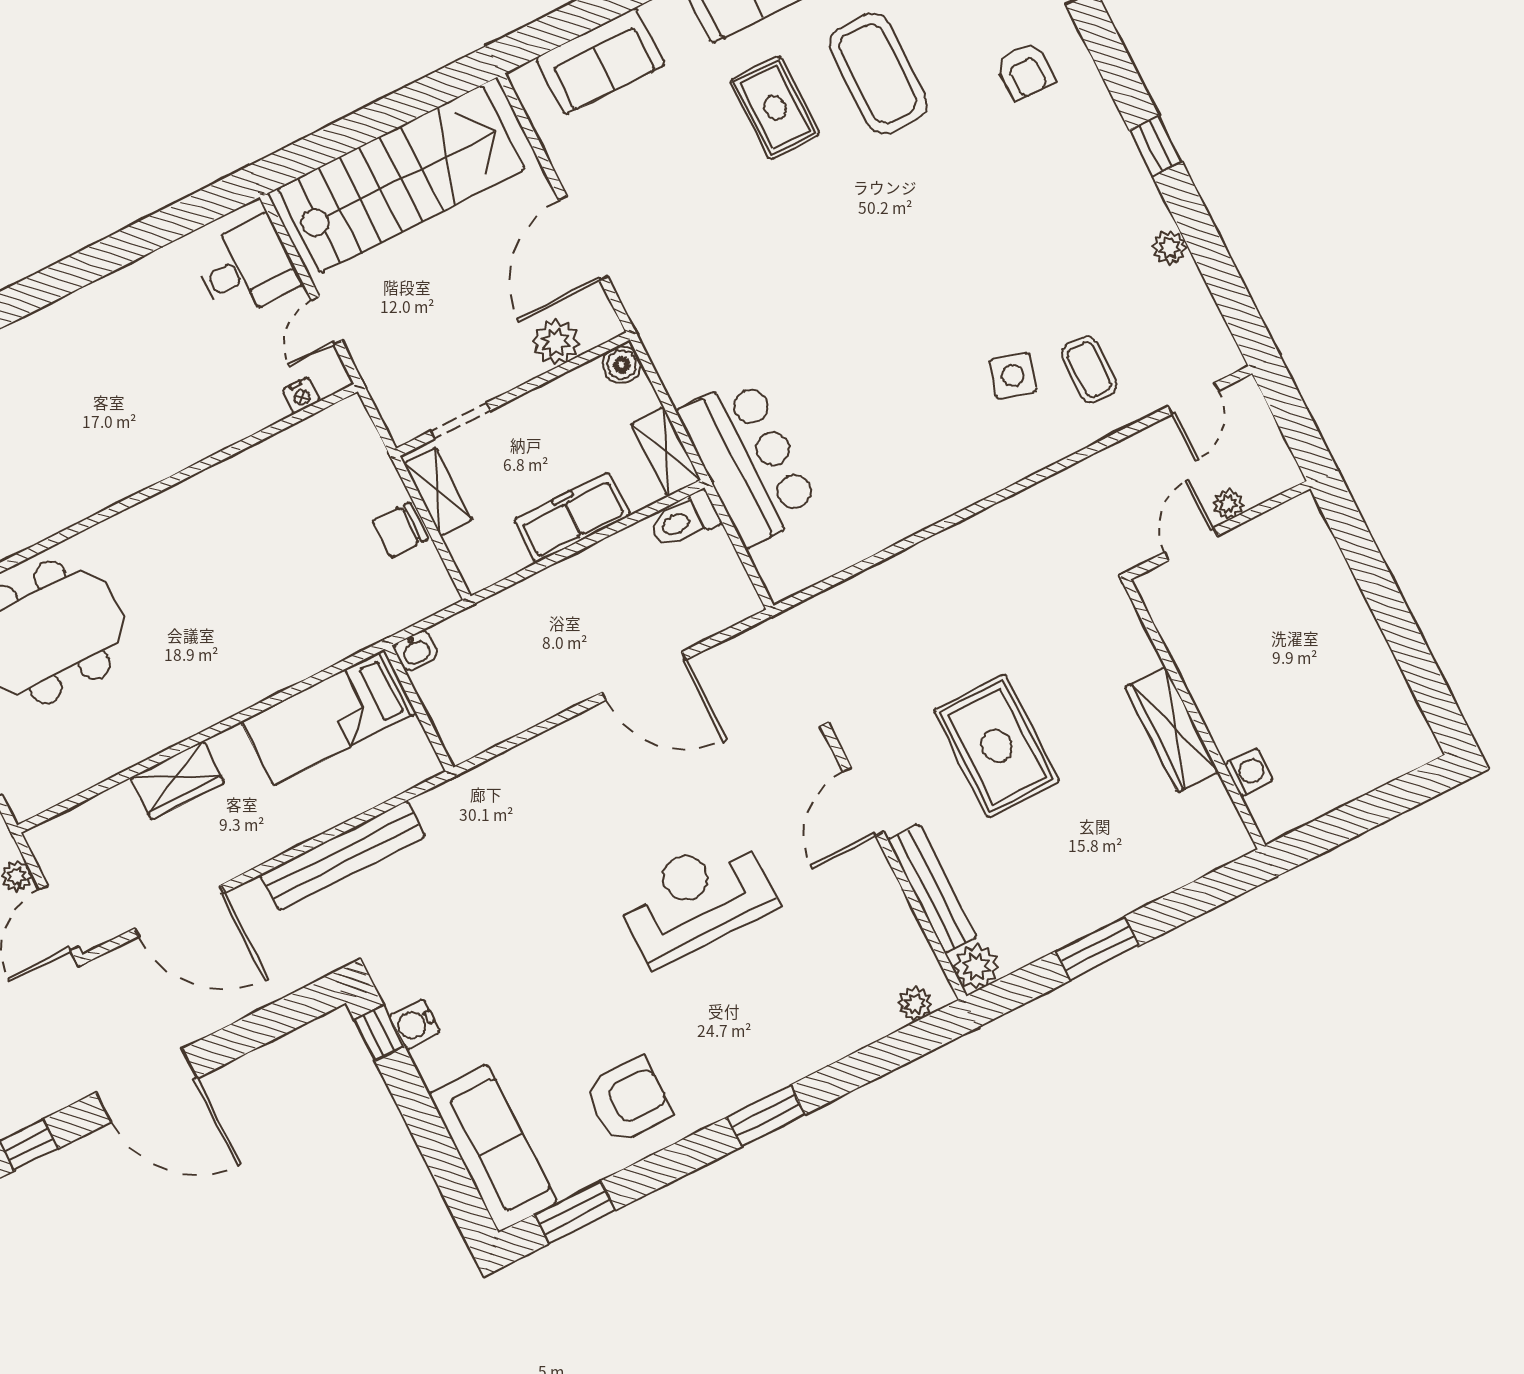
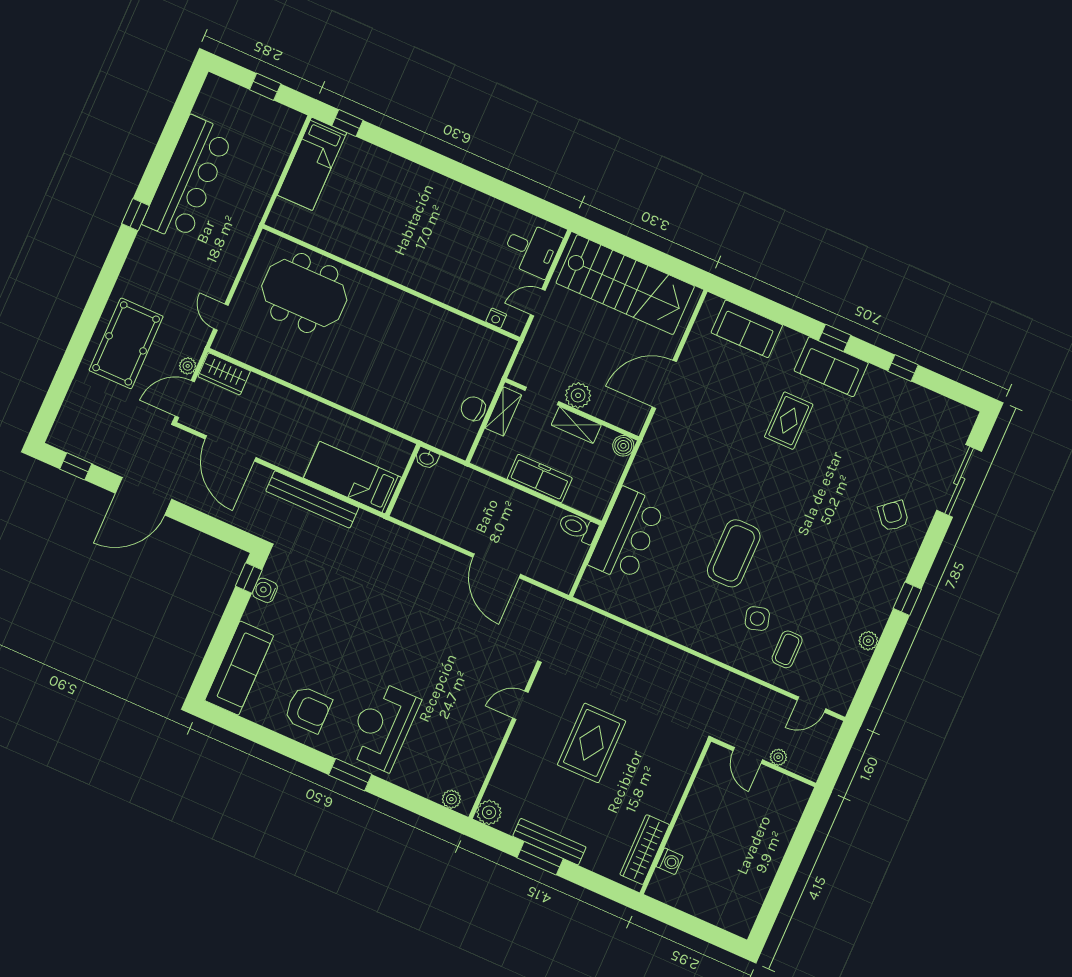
armchair: (1025, 71) -> (893, 516), turned 140
coffee table: (878, 74) -> (734, 553), moved
plant: (556, 342) -> (578, 395), moved
side table: (1013, 376) -> (757, 619), turned -32
shelving: (666, 452) -> (576, 425), moved, turned 90
door: (1191, 544) -> (748, 755), swing flipped
bed: (329, 717) -> (352, 478), moved
wardrobe: (1172, 730) -> (645, 850), moved
wardrobe: (177, 780) -> (224, 374), moved
door: (863, 802) -> (520, 705), width x0.73
bench: (932, 889) -> (549, 842), moved, turned 90
reception desk: (696, 899) -> (382, 726), moved, turned -90
door: (147, 1085) -> (143, 496), hinge flipped
window: (575, 1212) -> (241, 726), removed

